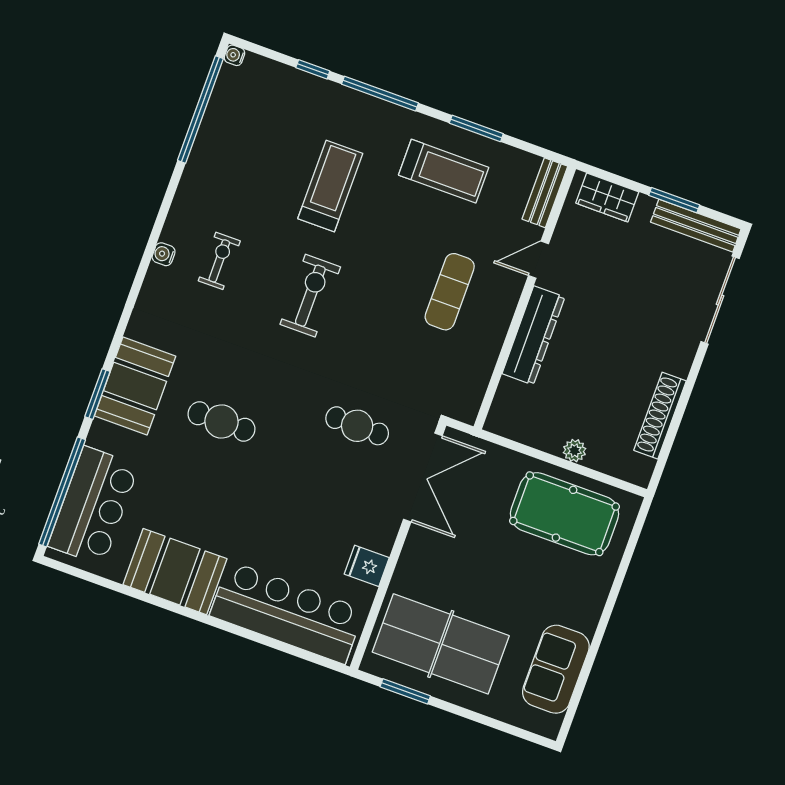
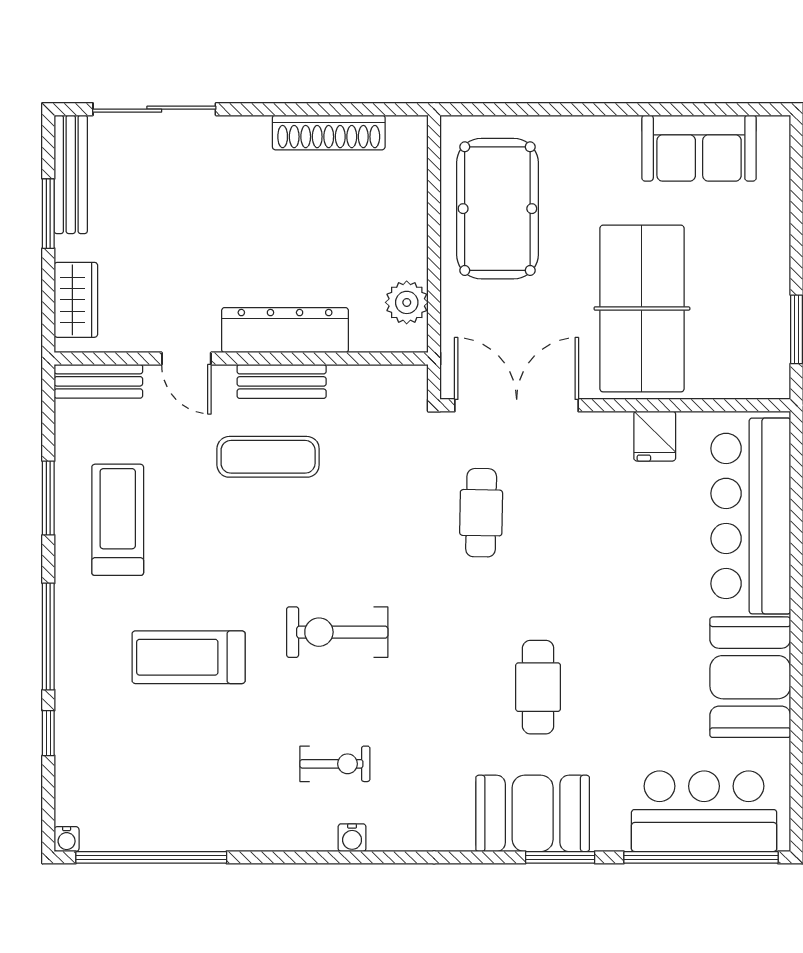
exercise bike: (219, 261) -> (335, 764), turned 180
bench: (499, 320) -> (282, 381), added
plant: (574, 451) -> (407, 302), moved, width x1.38, depth x1.38
table tennis table: (441, 644) -> (642, 309), moved

